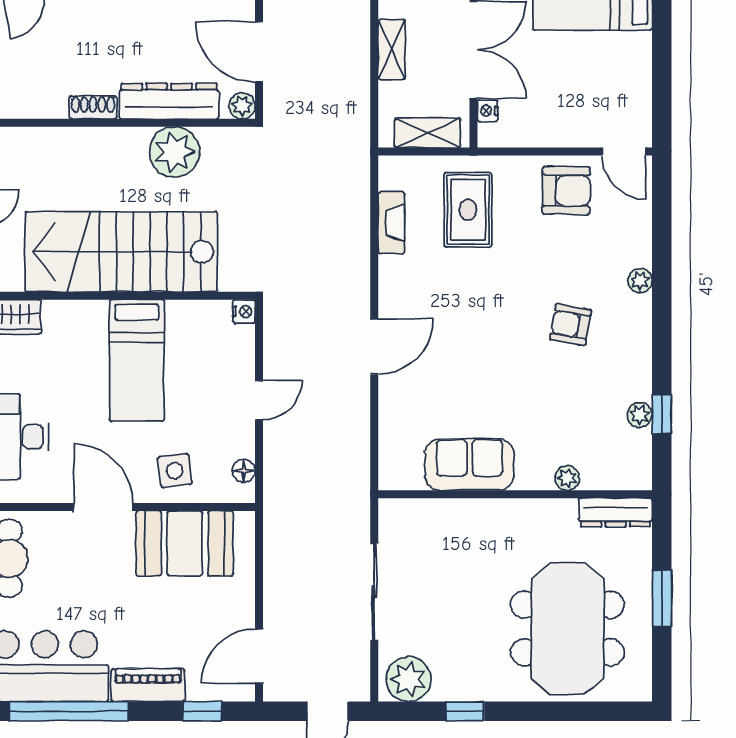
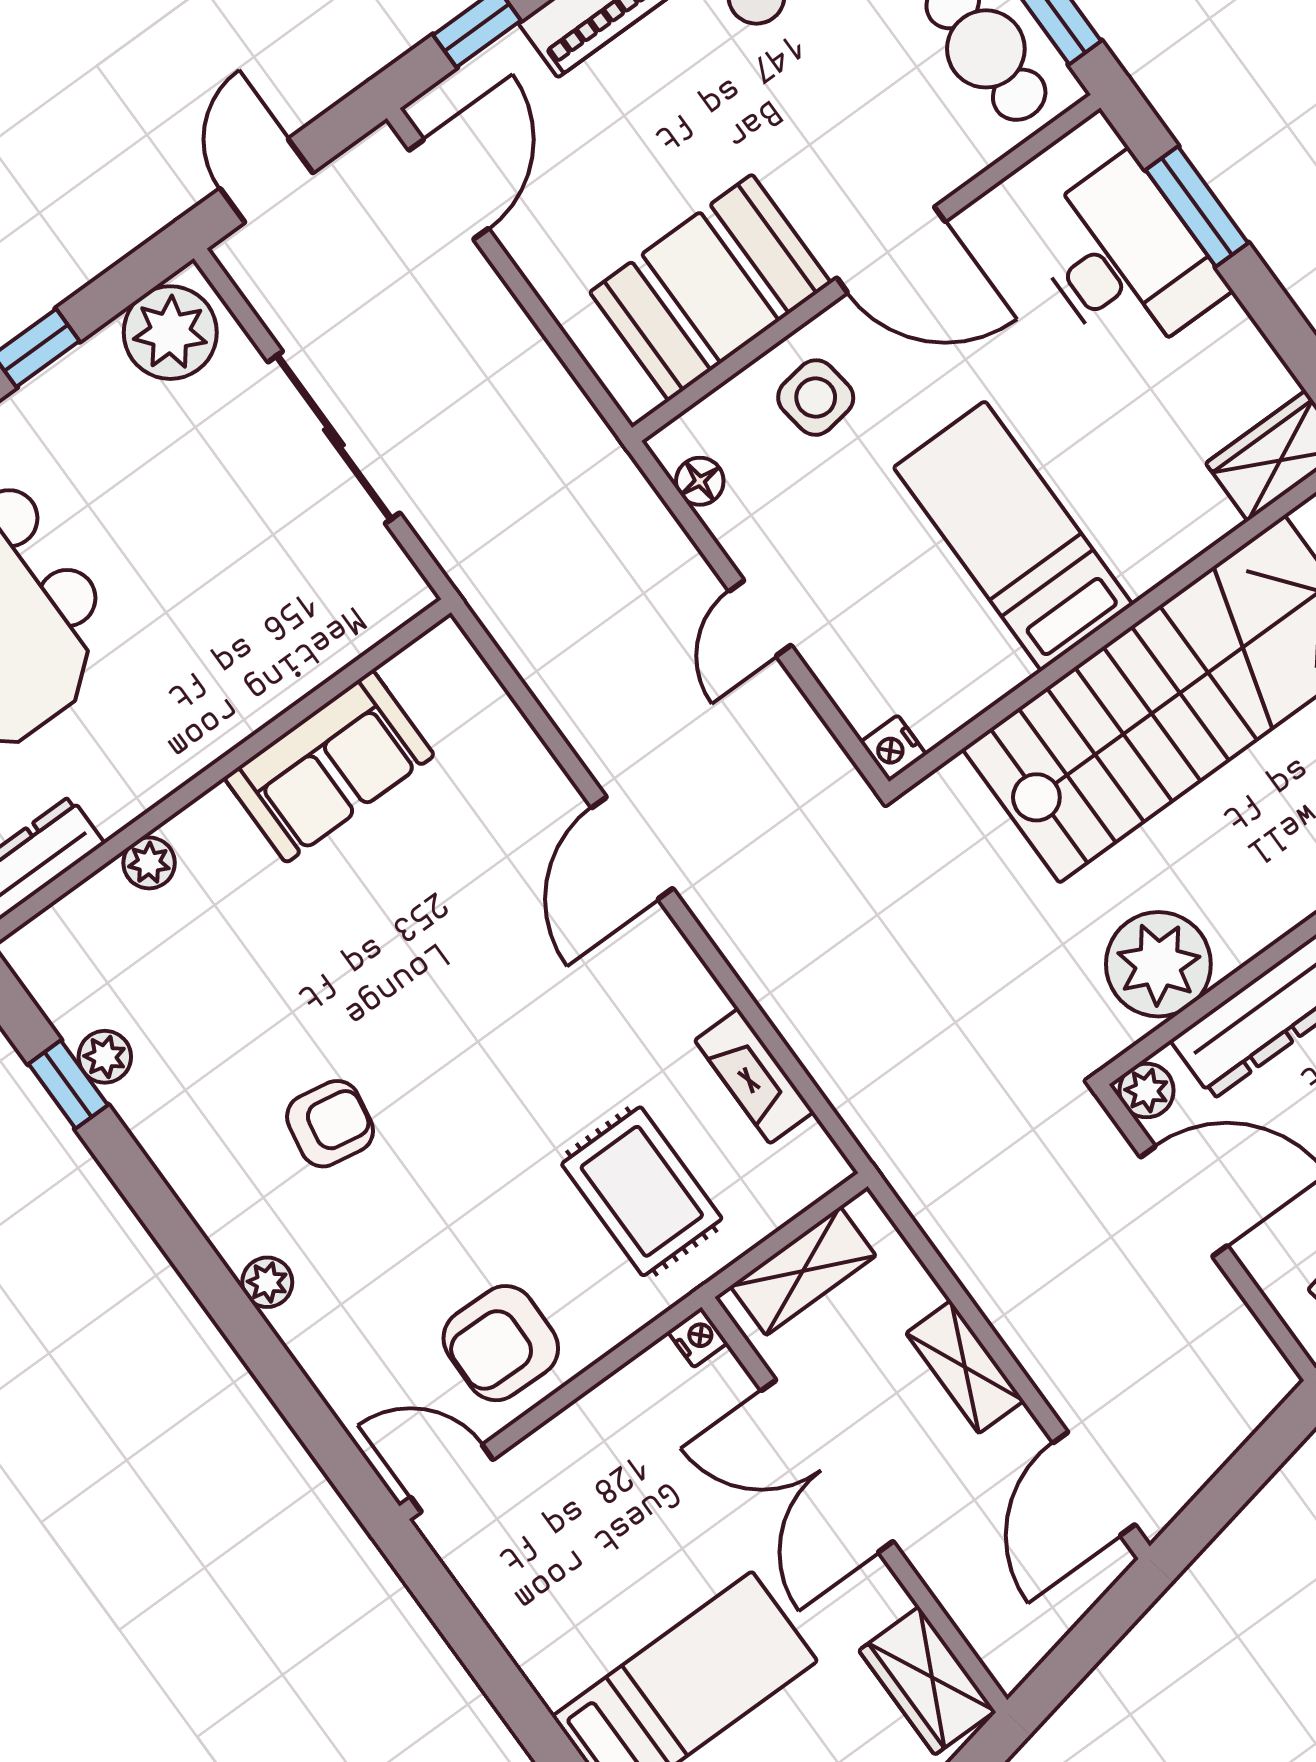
nightstand: (488, 111) -> (698, 1337), moved
plant: (174, 152) -> (1158, 964), moved

